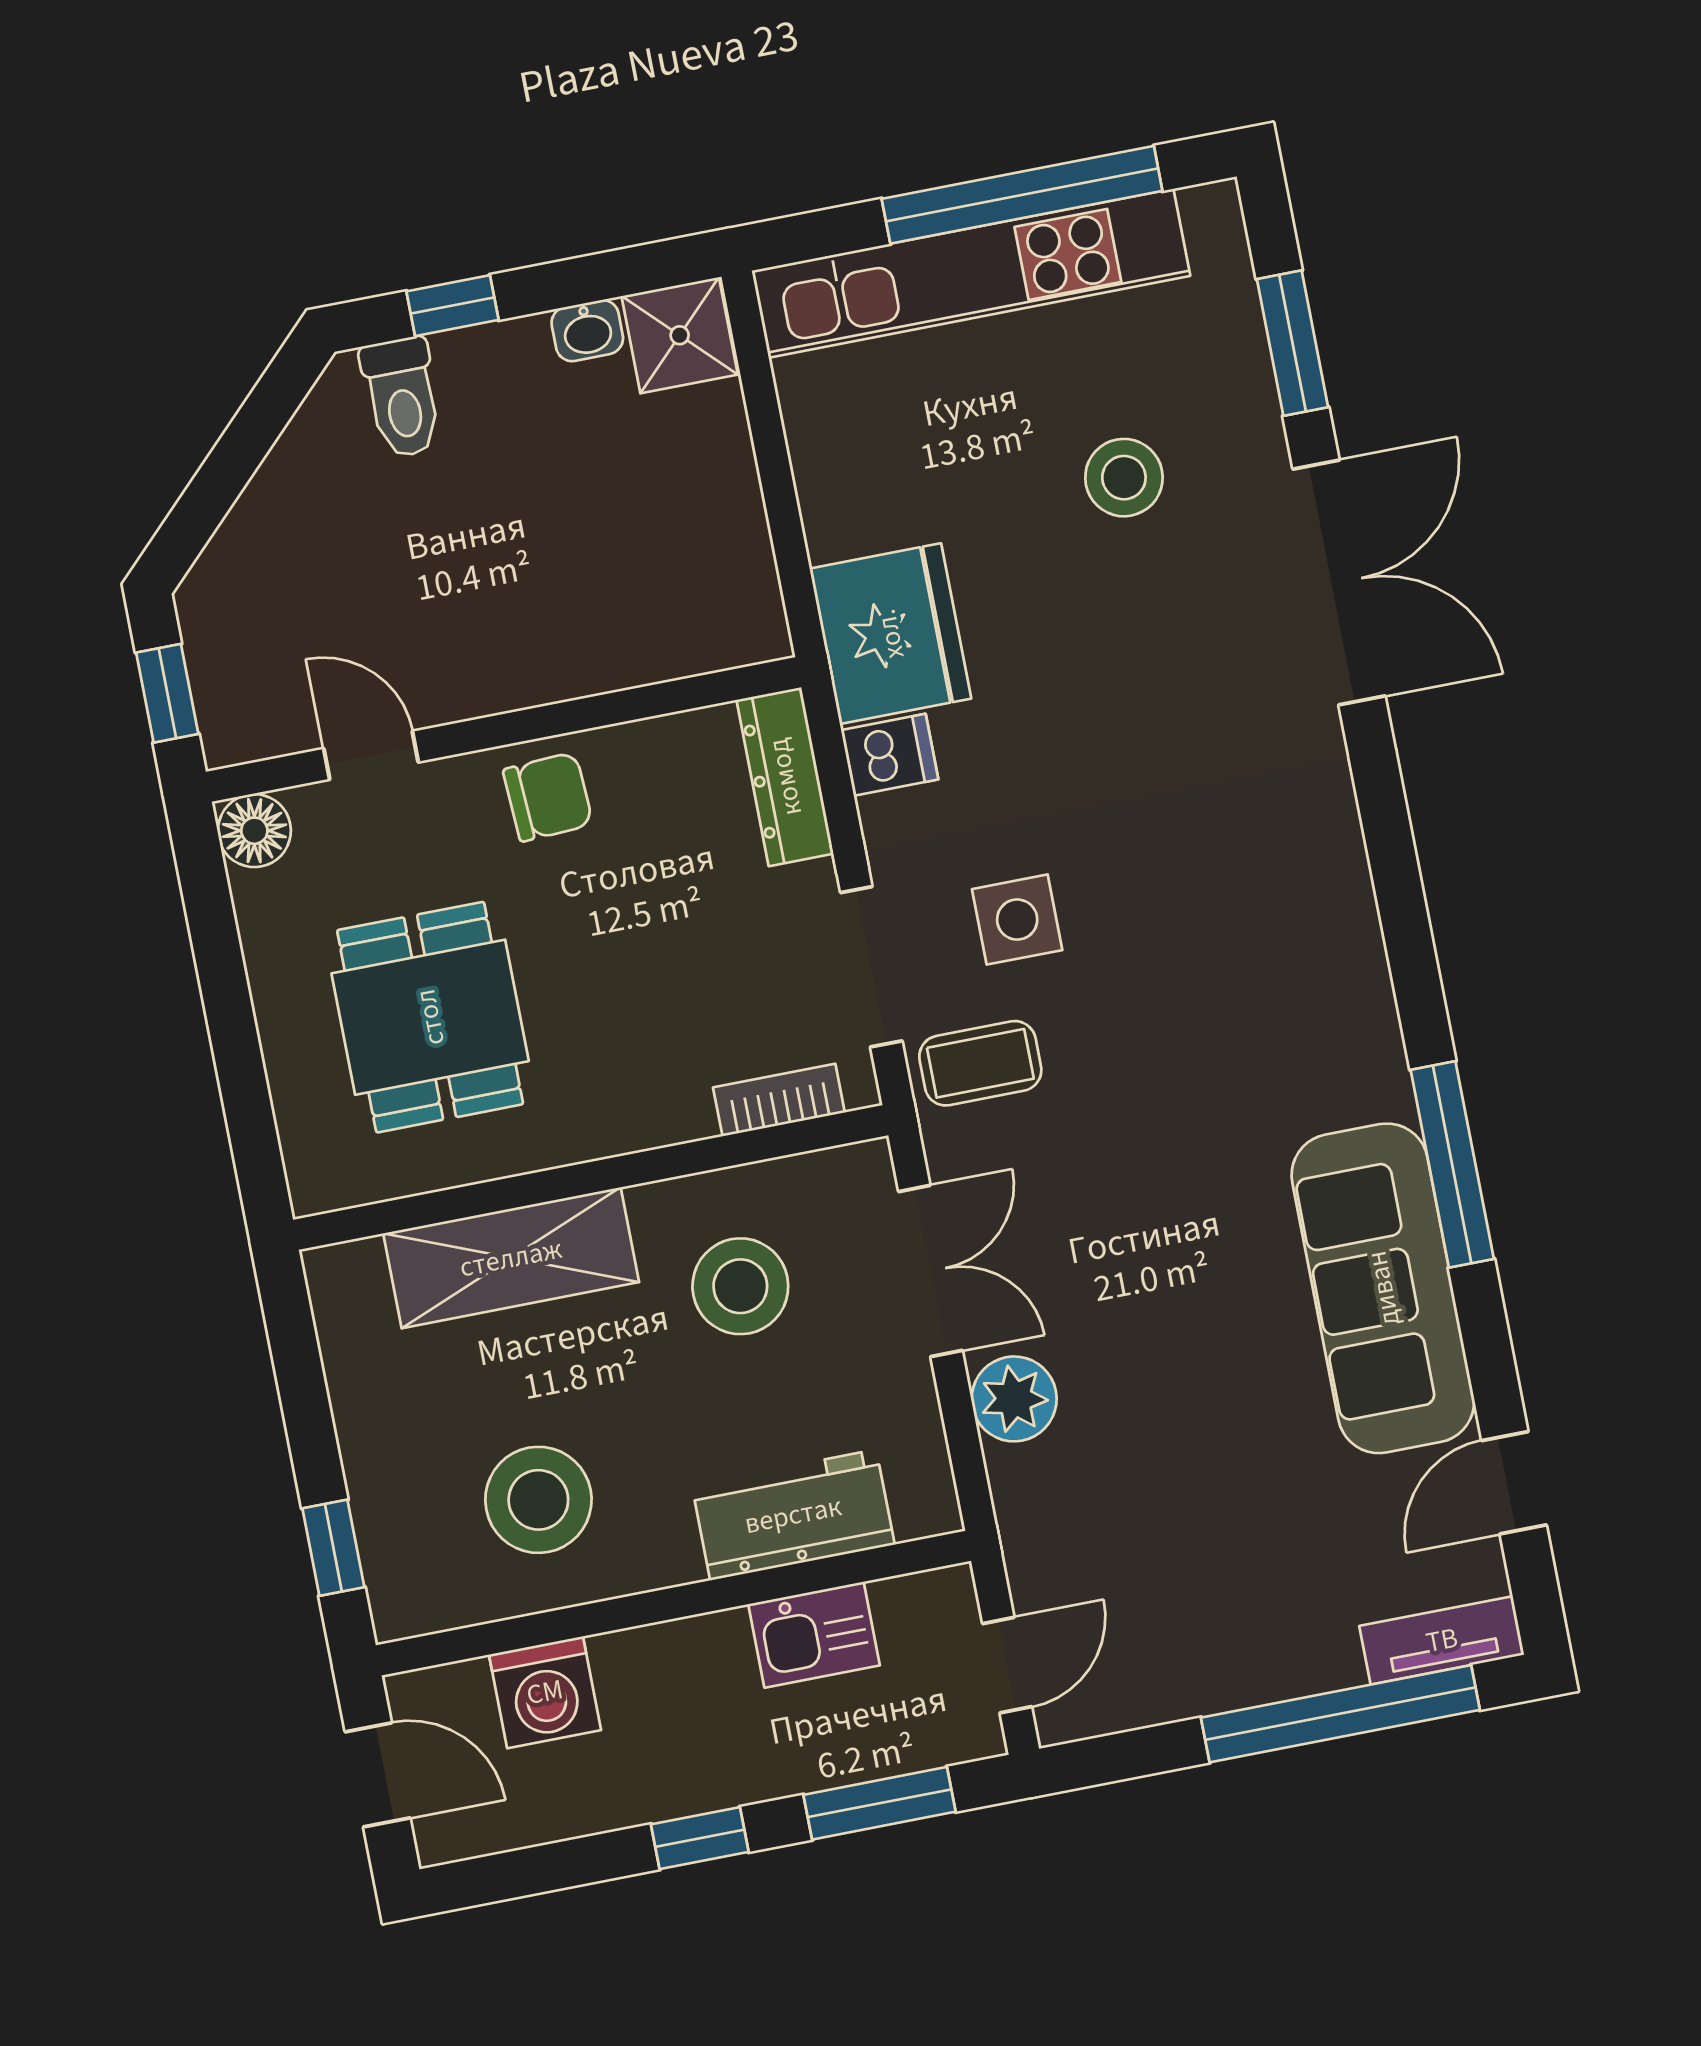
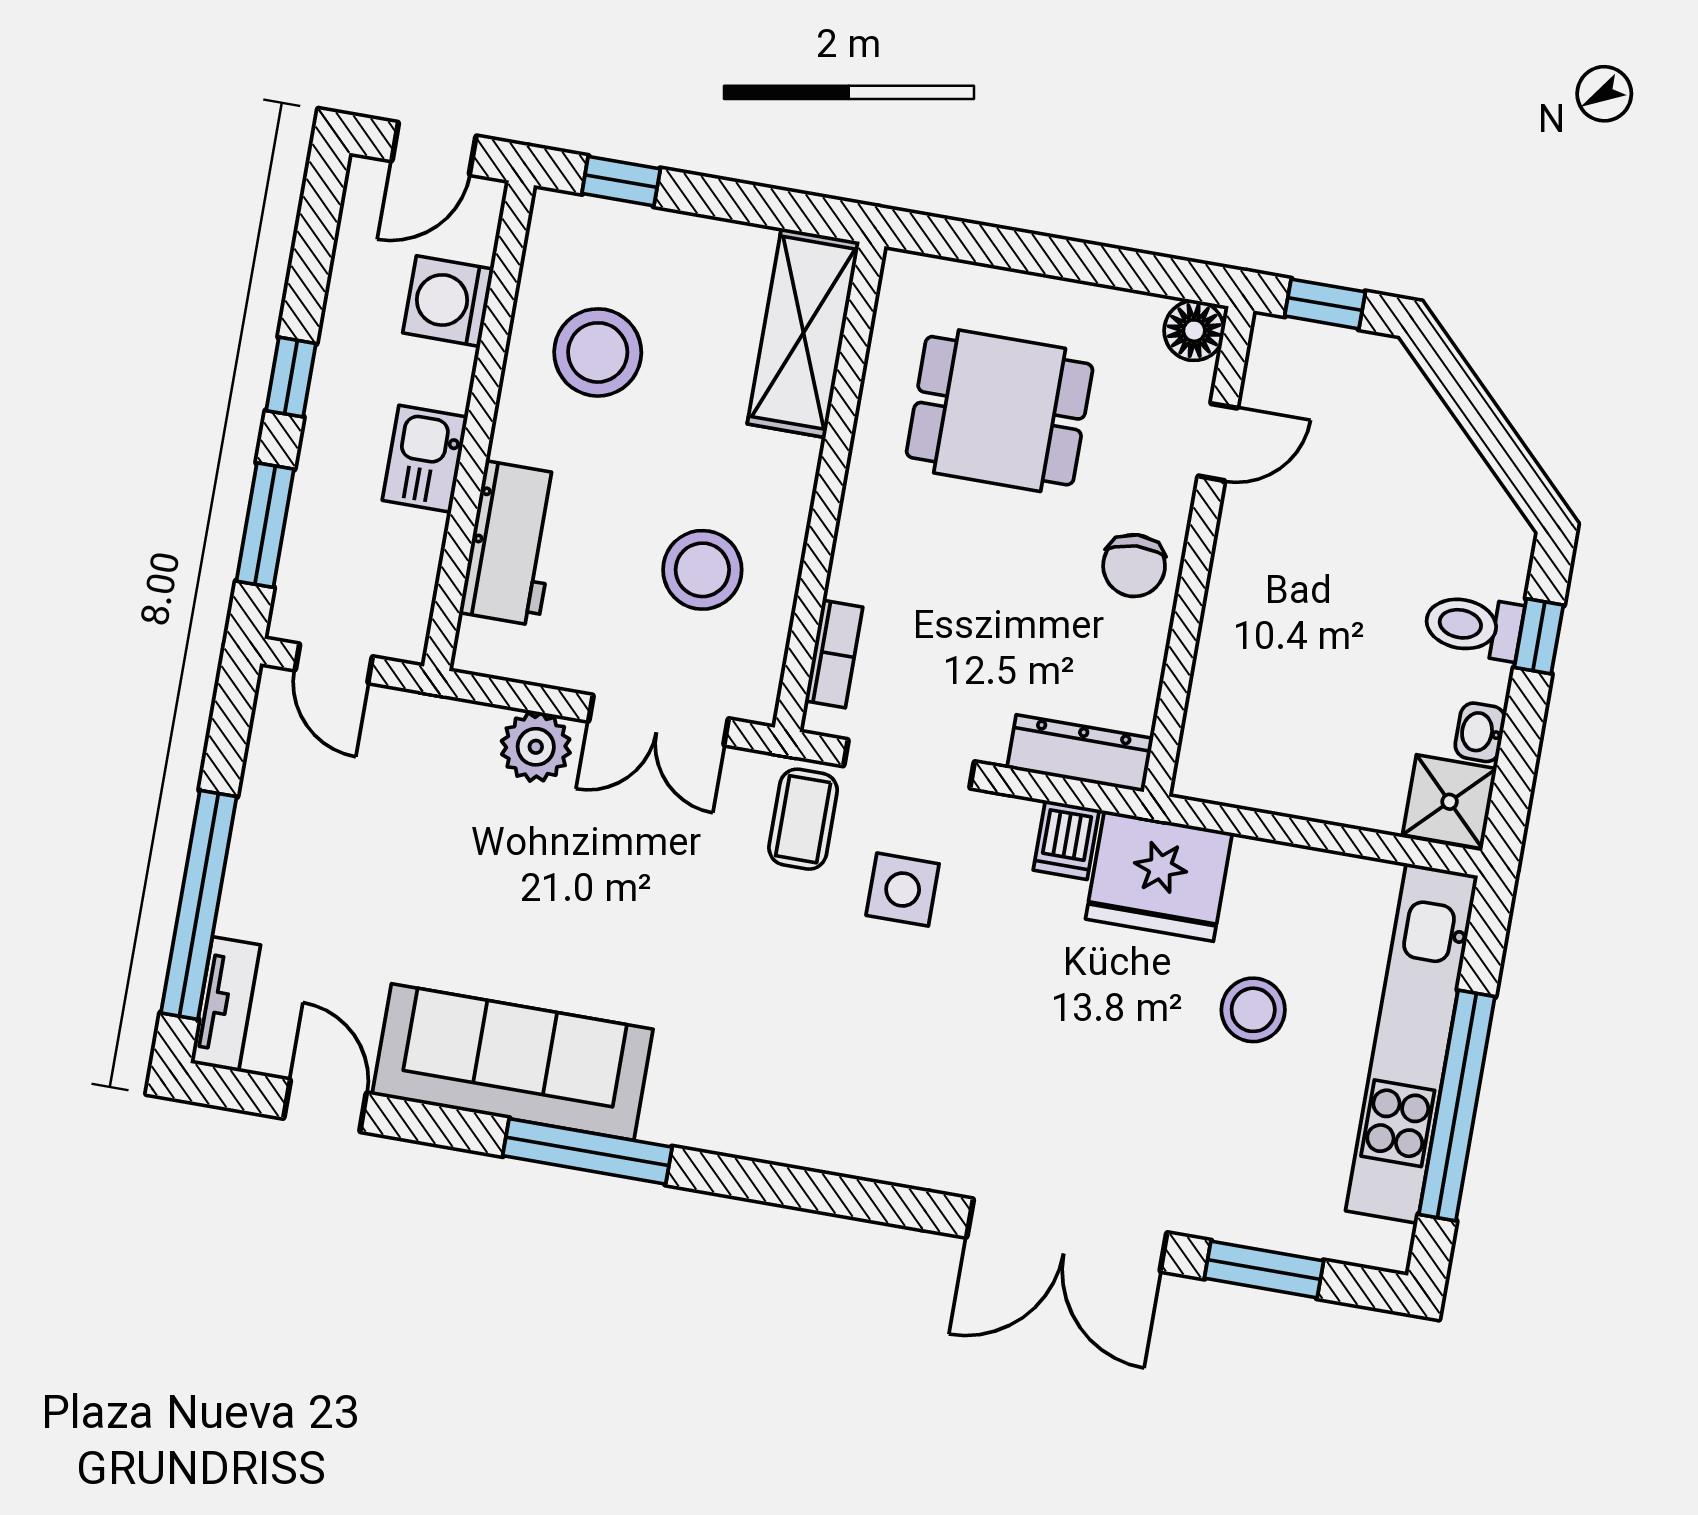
toilet: (402, 397) -> (1473, 626), moved
stool: (1124, 478) -> (1253, 1010), moved
shelving: (511, 1258) -> (803, 333), moved
kitchen sink: (814, 1635) -> (425, 459), moved

